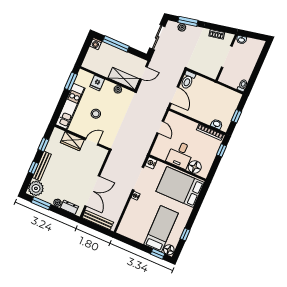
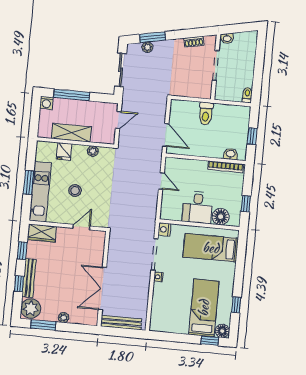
shelving: (124, 78) -> (71, 133), moved
toilet: (188, 80) -> (206, 113), moved
window: (71, 81) -> (29, 182), moved
wardrobe: (72, 141) -> (42, 233), moved
window: (222, 150) -> (246, 204), moved
bed: (180, 187) -> (211, 248), width x0.67
double door: (92, 191) -> (102, 289), swing flipped
dresser: (69, 207) -> (80, 318), removed

